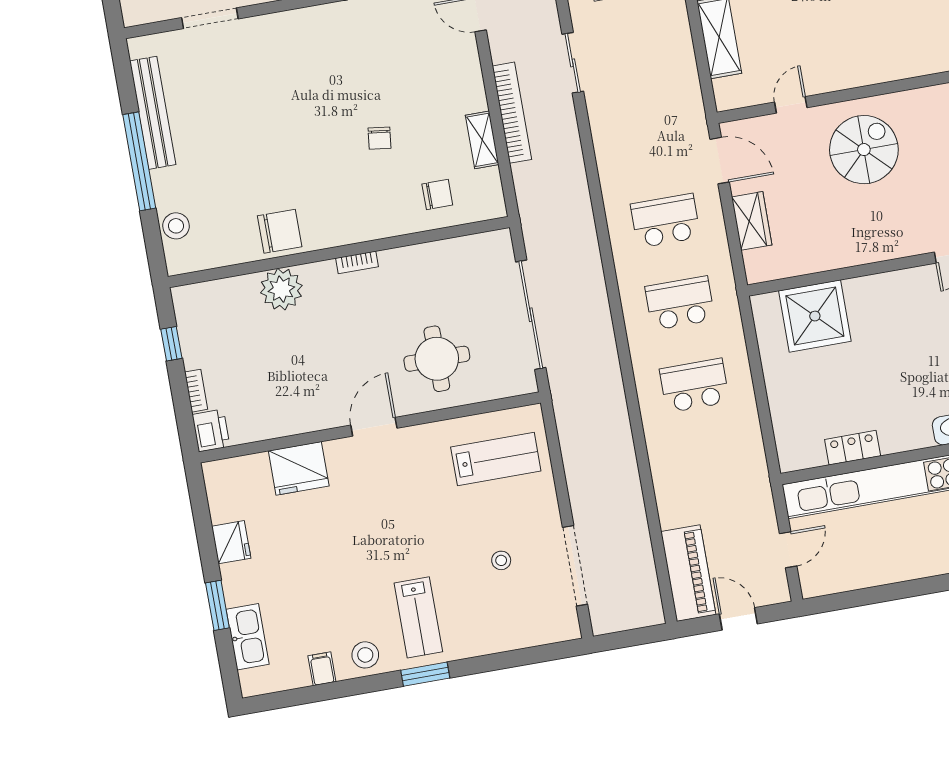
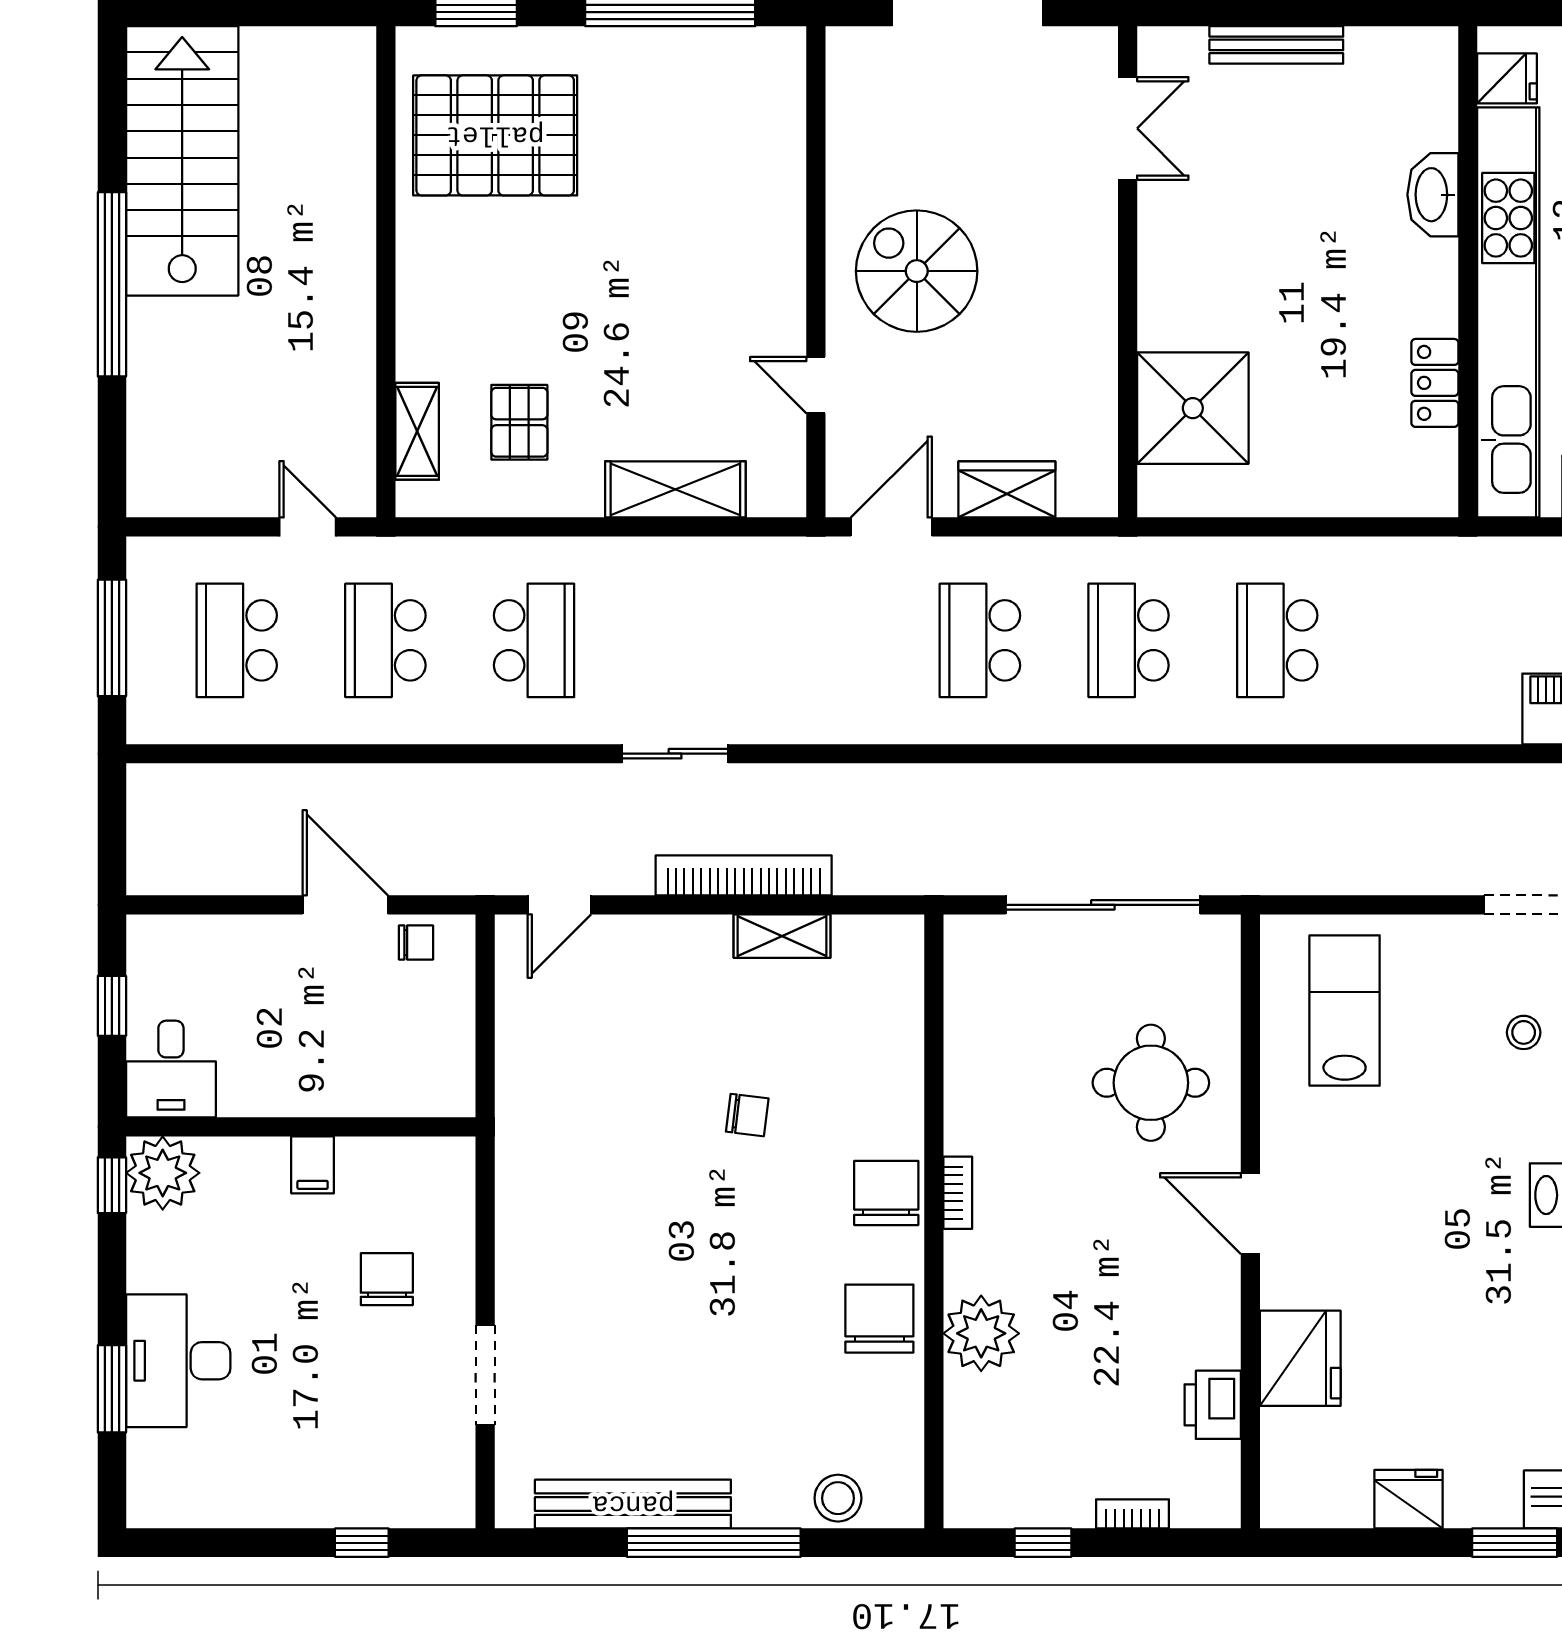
chair: (437, 195) -> (886, 1193), moved, width x1.37, depth x1.37
printer: (211, 431) -> (1213, 1405), moved, turned -90

